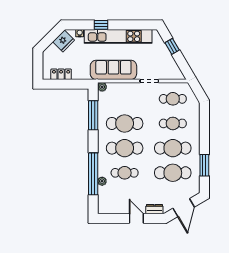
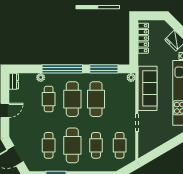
window: (172, 46) -> (170, 145), removed
locker: (61, 74) -> (143, 38), width x1.53
cafe table: (173, 173) -> (49, 145), width x0.73, depth x0.74
window: (93, 174) -> (62, 69), moved
dresser: (154, 209) -> (14, 81), moved

